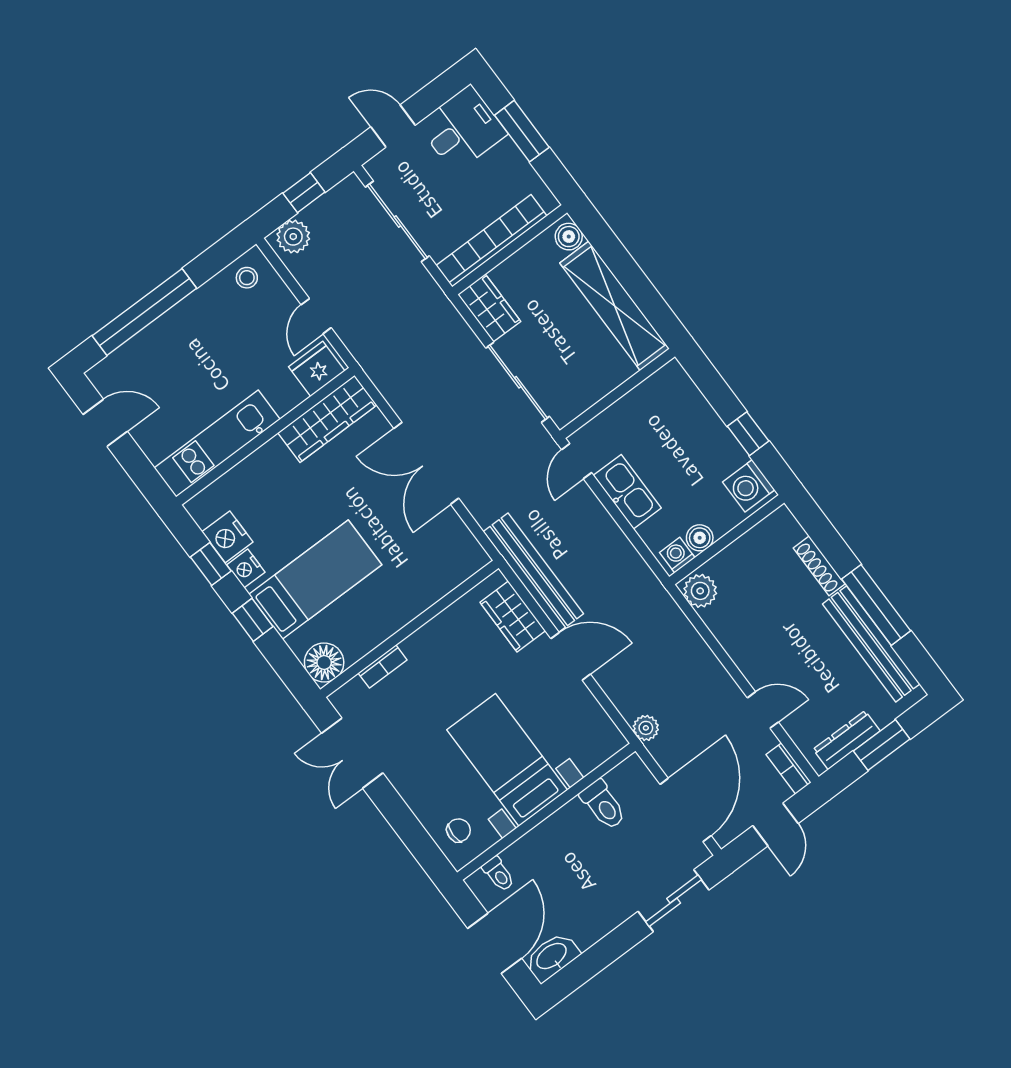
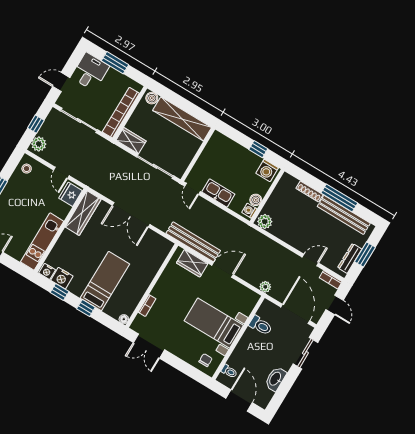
nightstand: (246, 568) -> (47, 271), moved
floor lamp: (324, 663) -> (124, 319), width x0.53, depth x0.53
washbasin: (552, 957) -> (275, 379), moved

